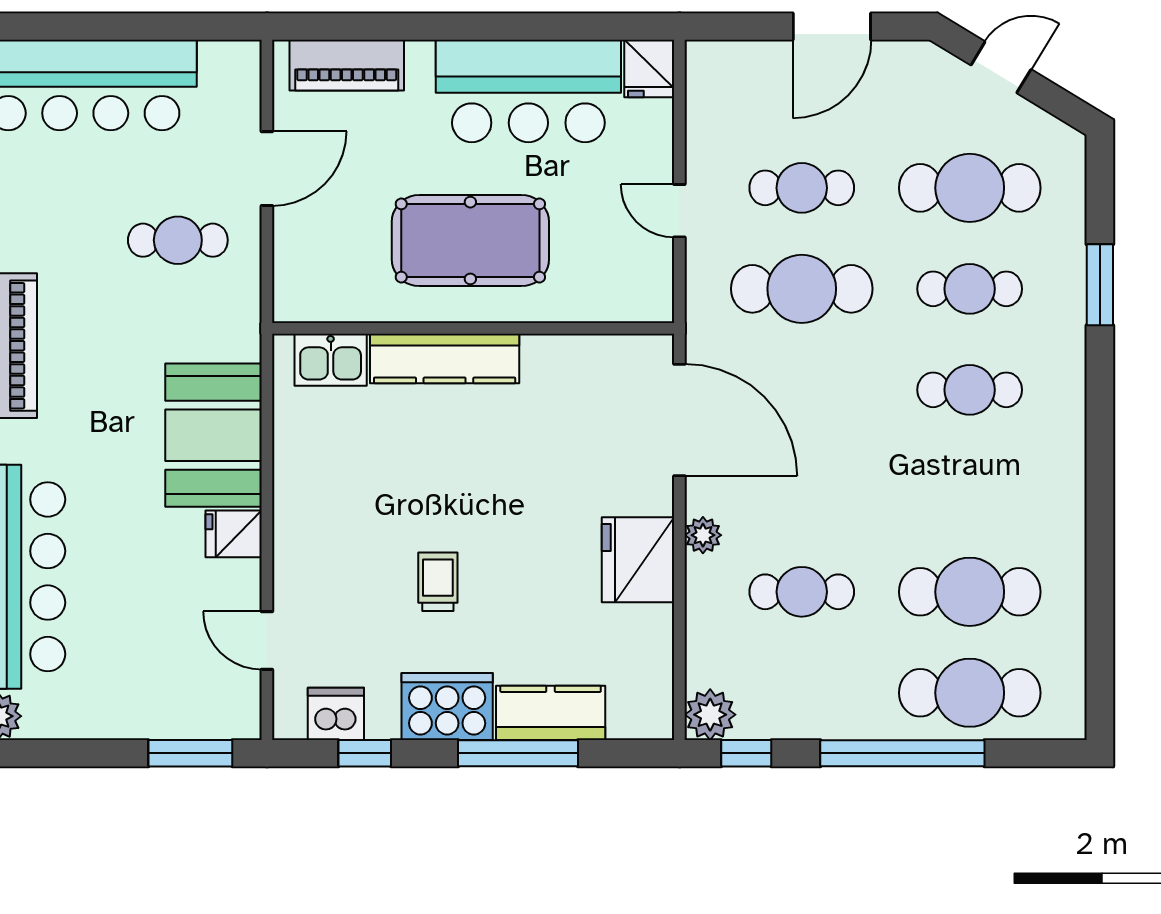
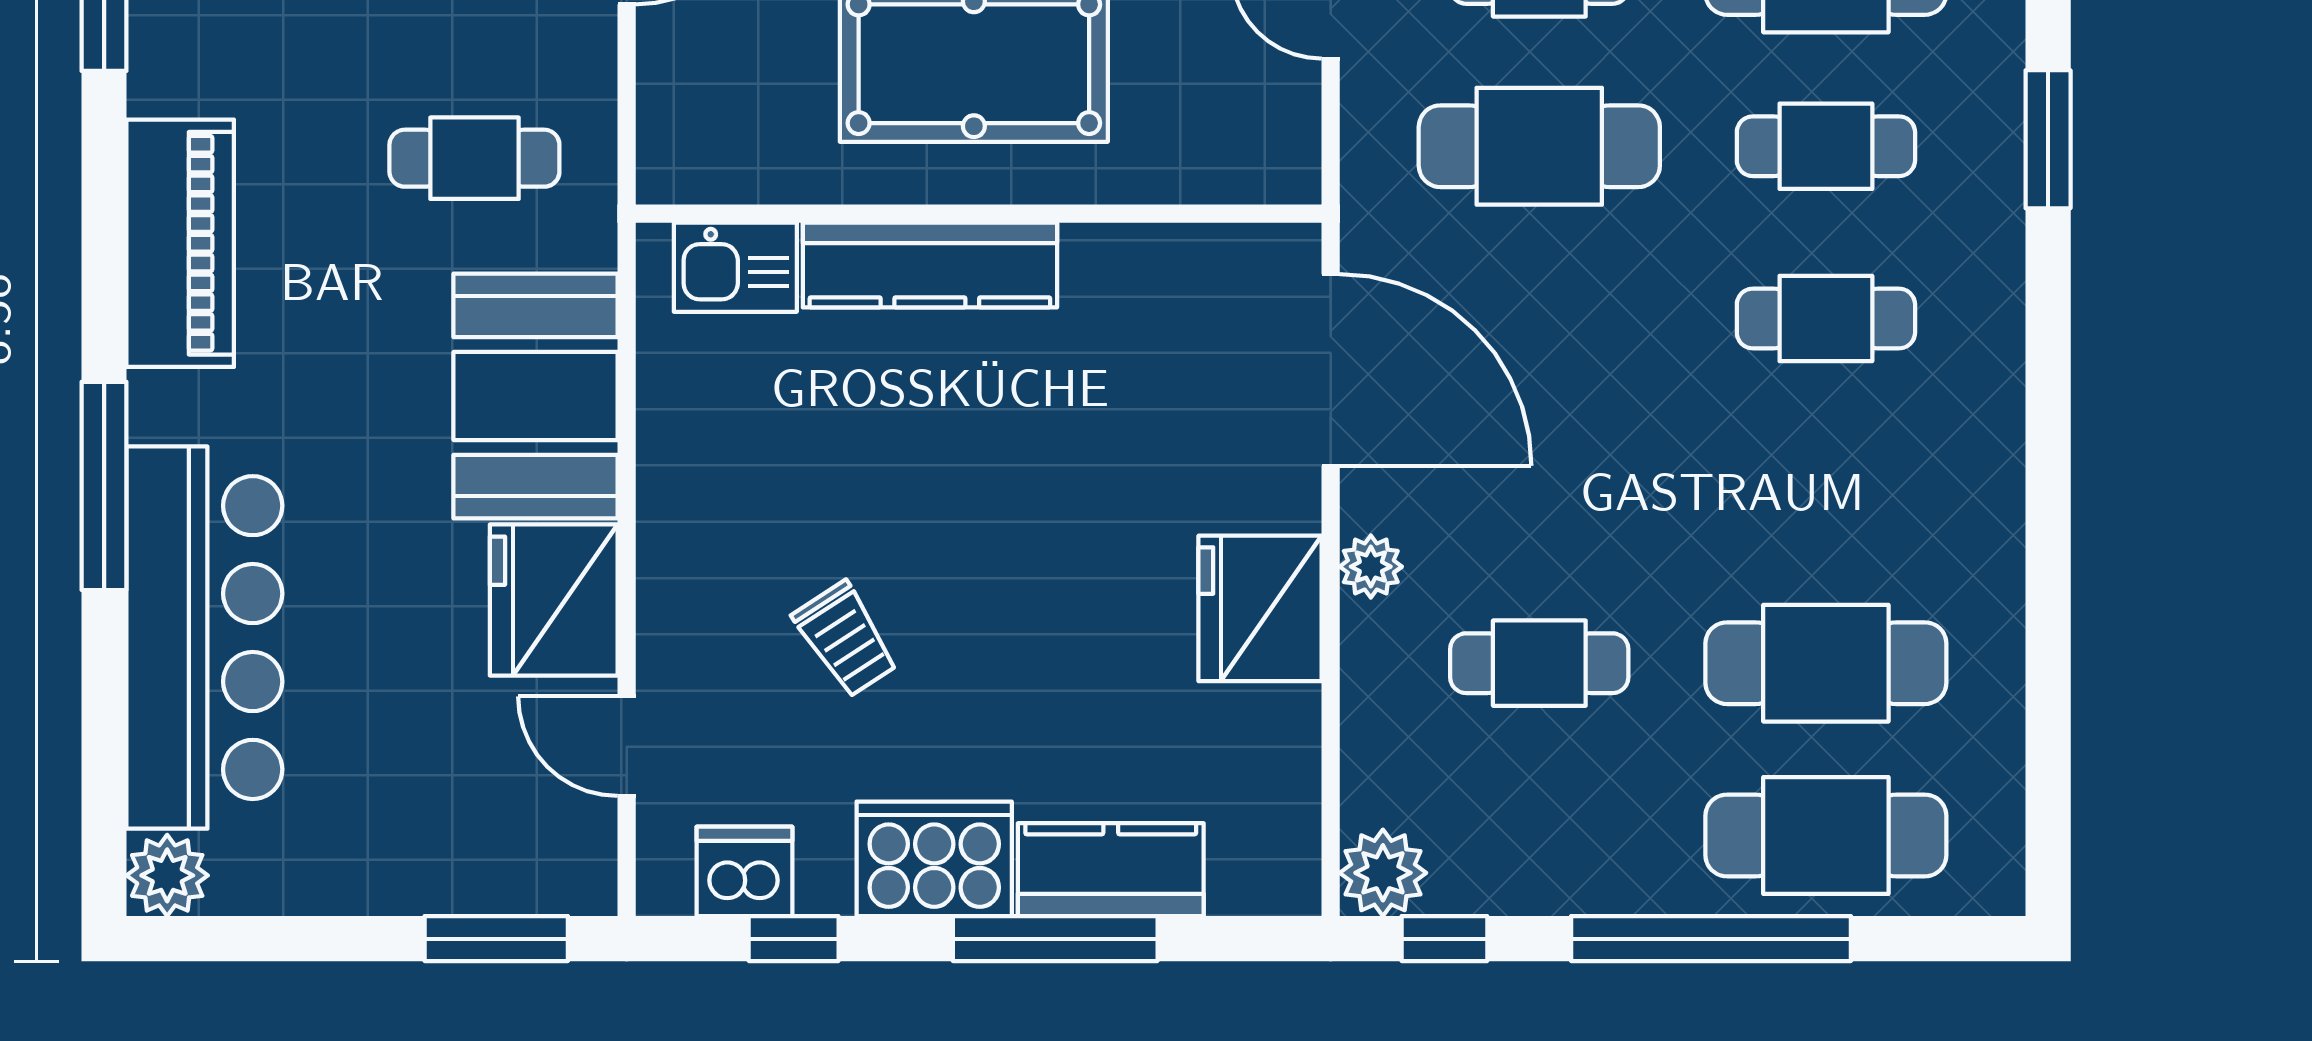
cafe table: (178, 240) -> (474, 158), moved
fridge: (234, 534) -> (554, 600), width x1.88, depth x1.34
trolley: (438, 582) -> (846, 639), moved, turned 147

